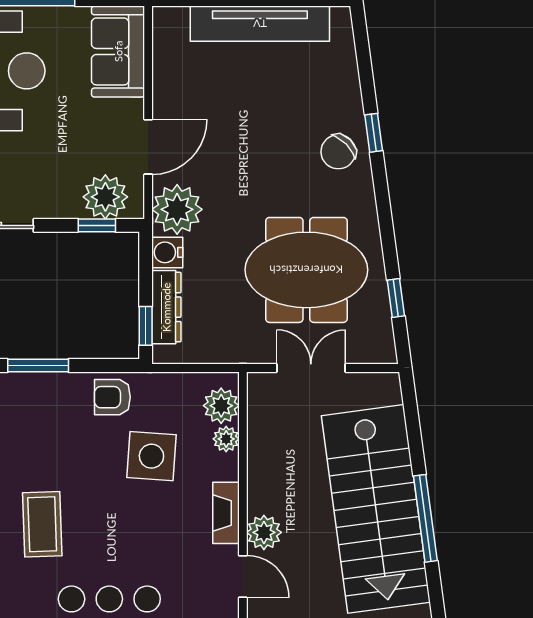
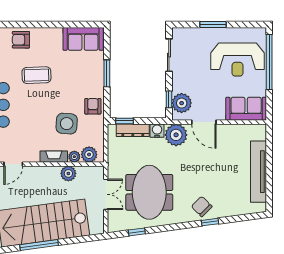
fireplace: (226, 513) -> (54, 157), moved
plant: (264, 532) -> (68, 173), moved

